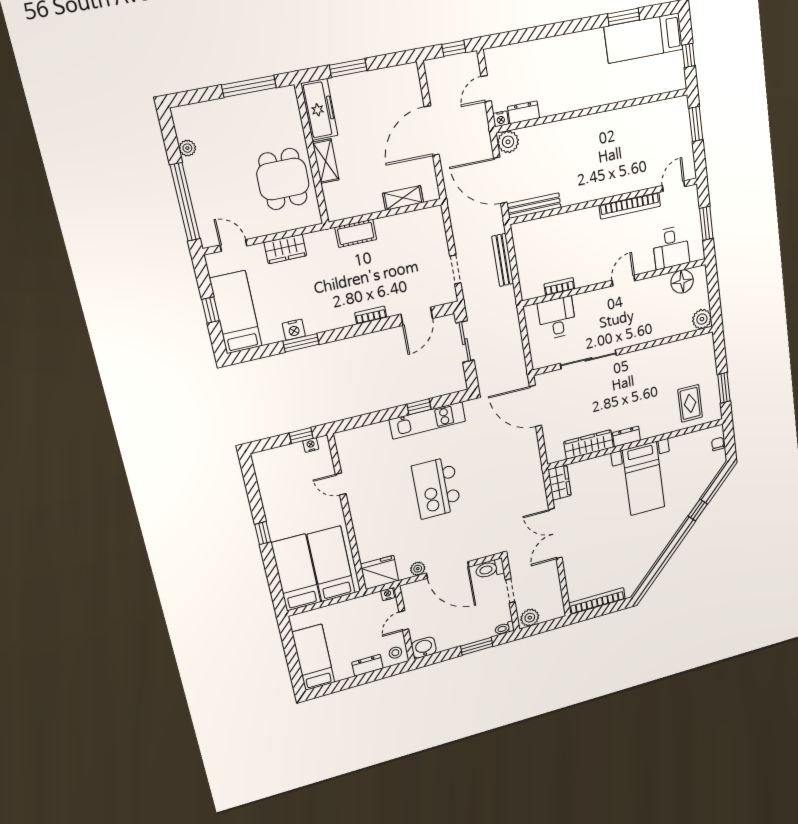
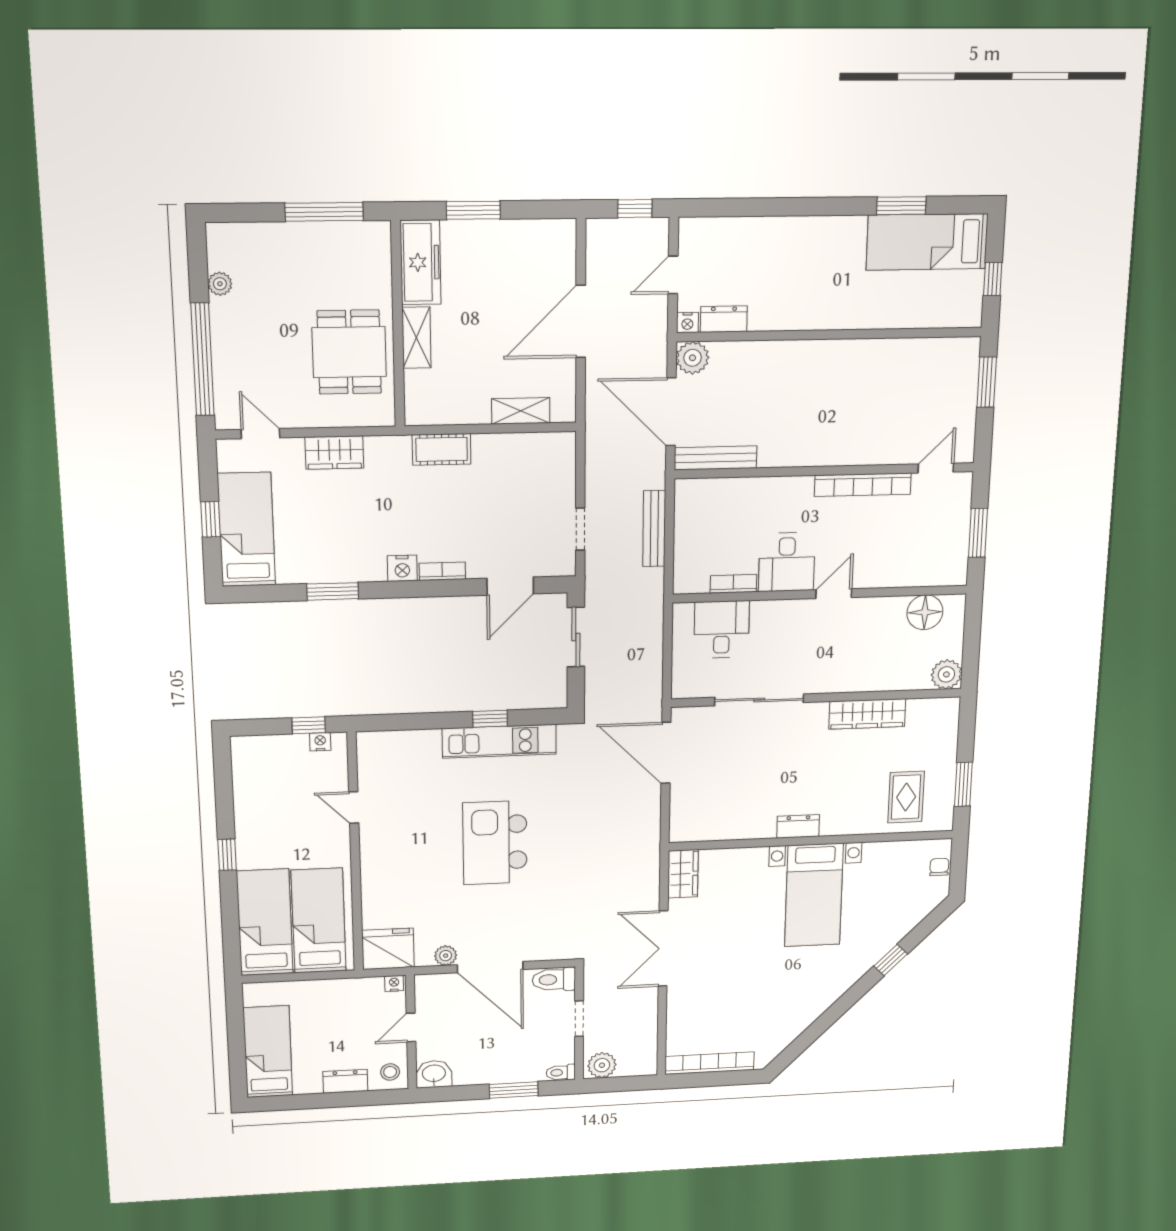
desk: (671, 248) -> (787, 562), moved
nightstand: (294, 330) -> (402, 568), moved
wardrobe: (589, 445) -> (867, 714), moved, turned 180

